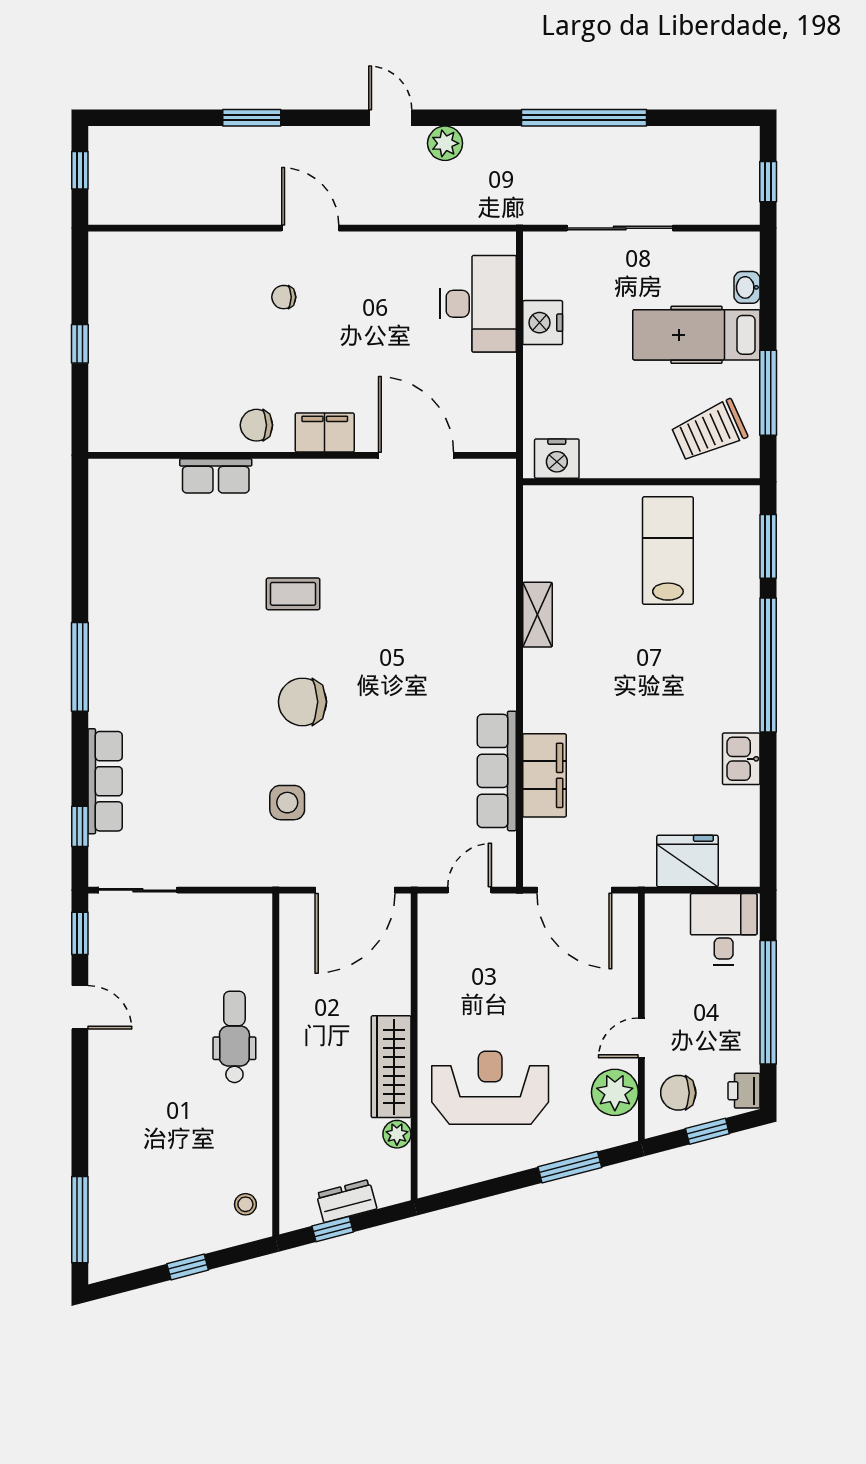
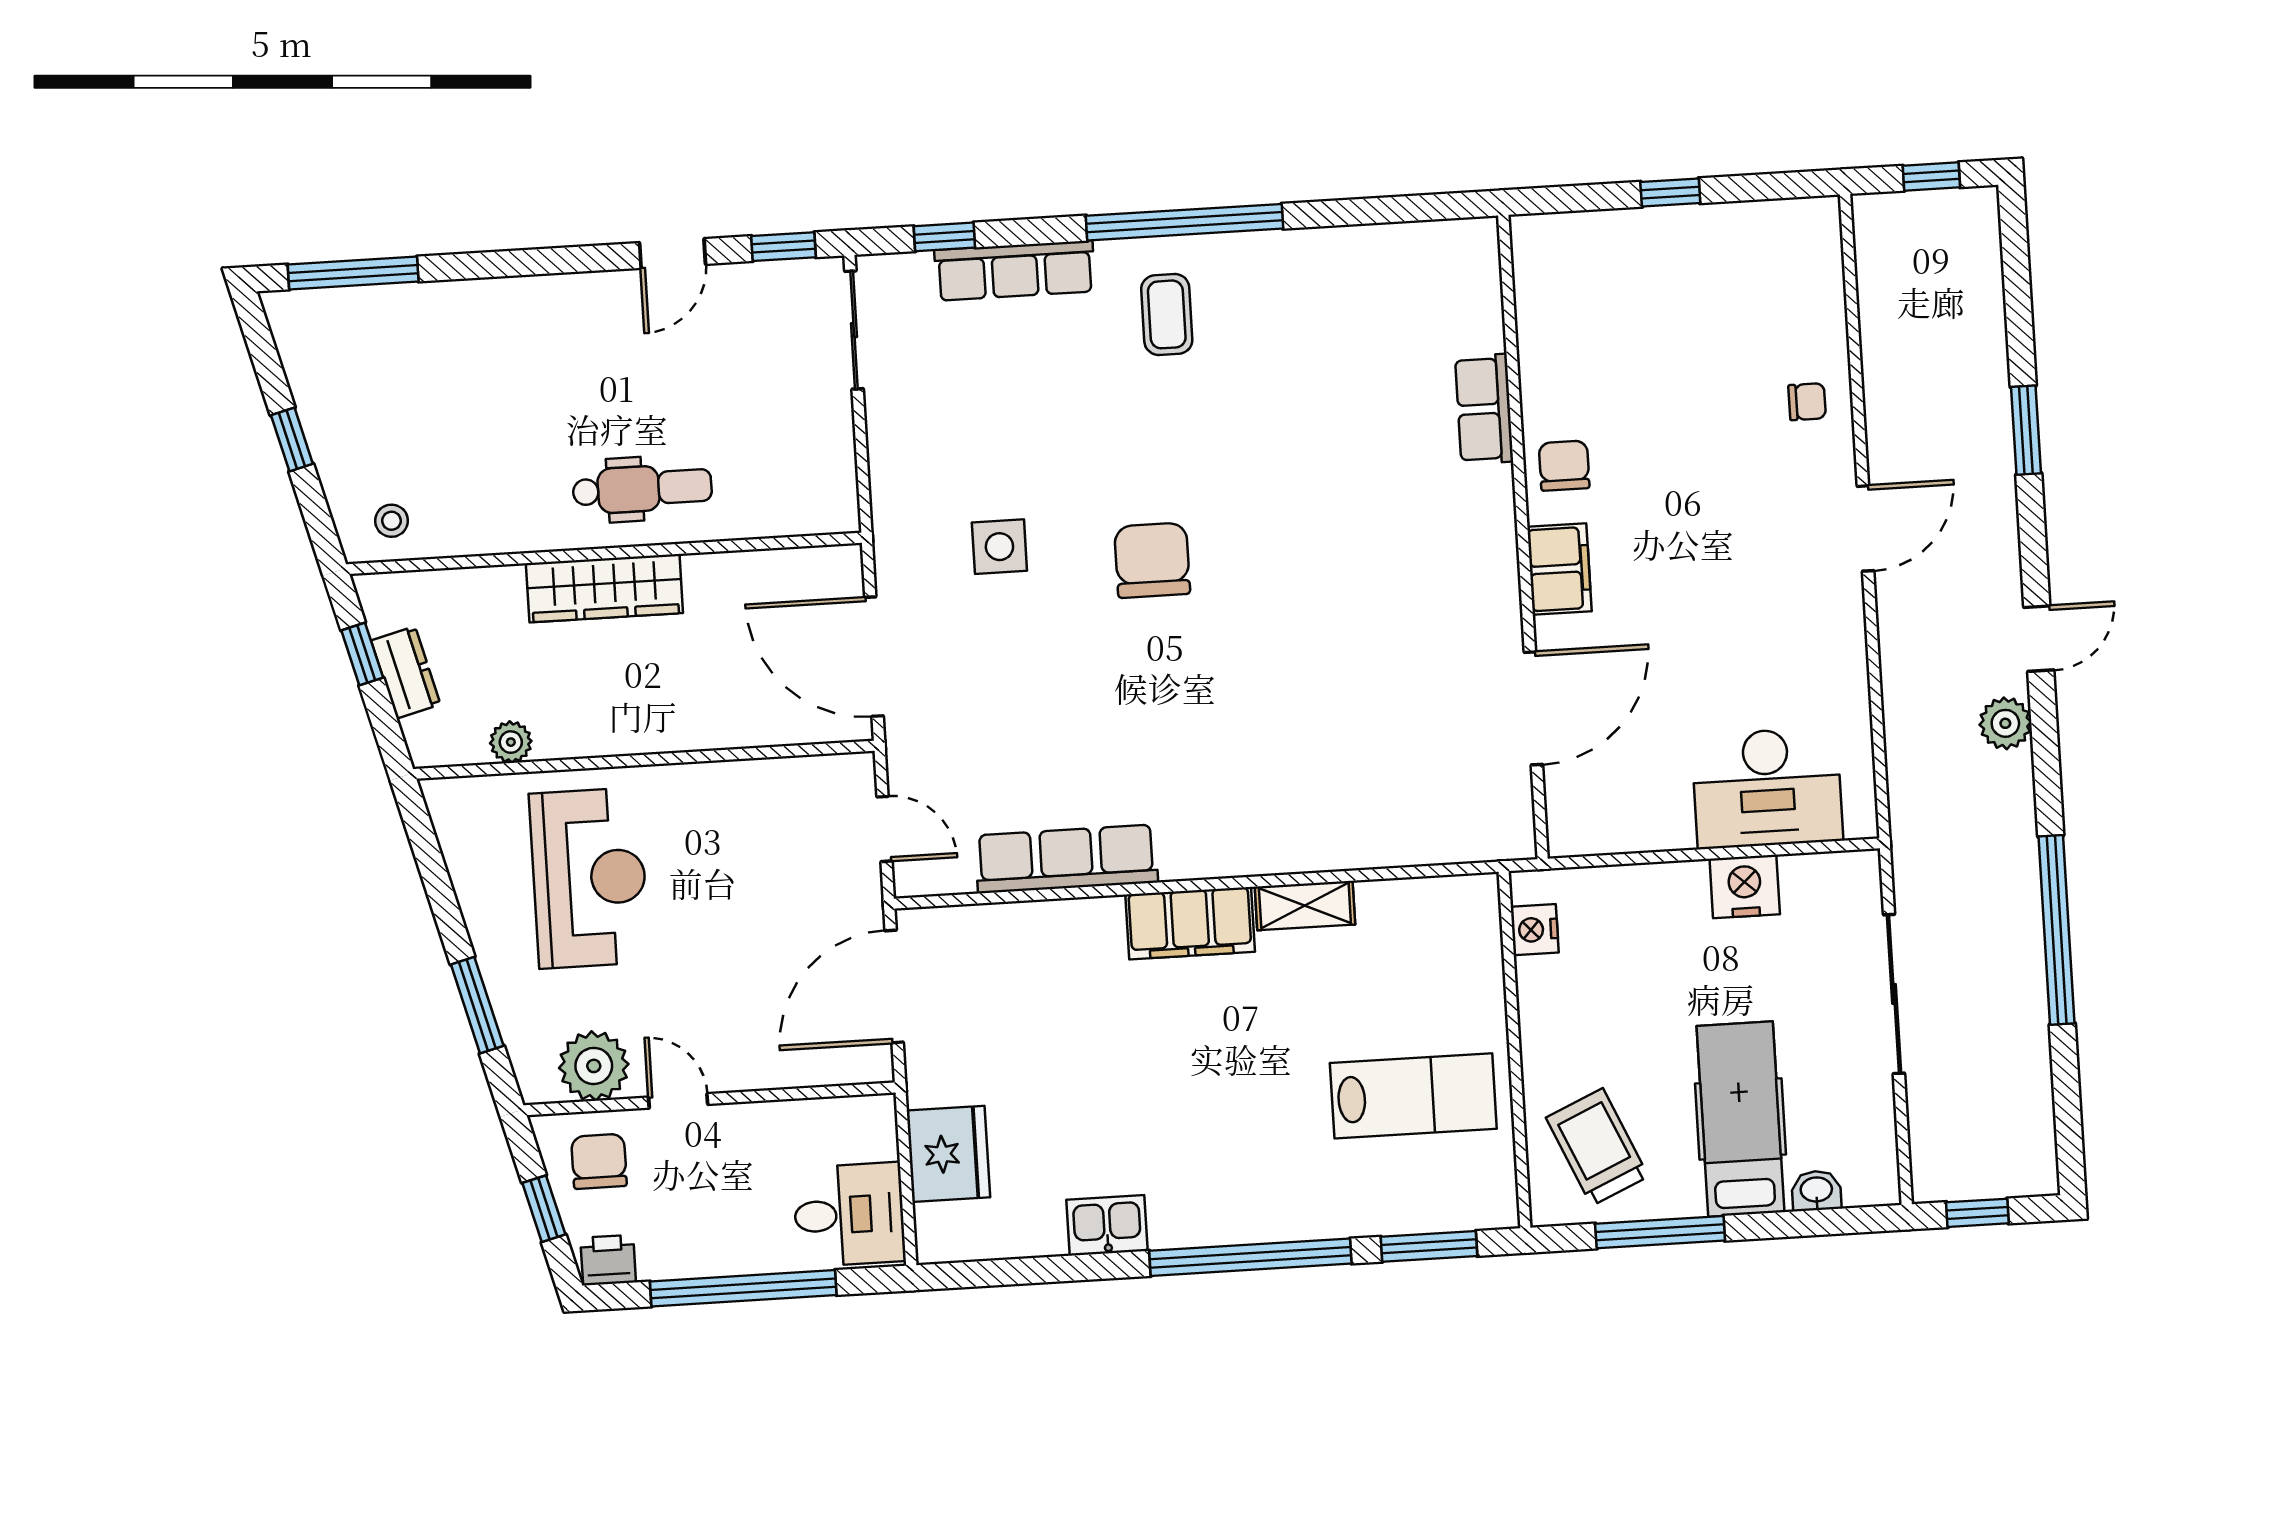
chair: (284, 297) -> (1807, 402), moved, turned 90
nightstand: (557, 459) -> (1535, 930), width x0.74, depth x0.75
coffee table: (293, 594) -> (1167, 314), moved
window: (80, 667) -> (1185, 222), width x1.46
filing cabinet: (544, 775) -> (1190, 923), moved
wardrobe: (391, 1067) -> (604, 588), moved, turned 180

